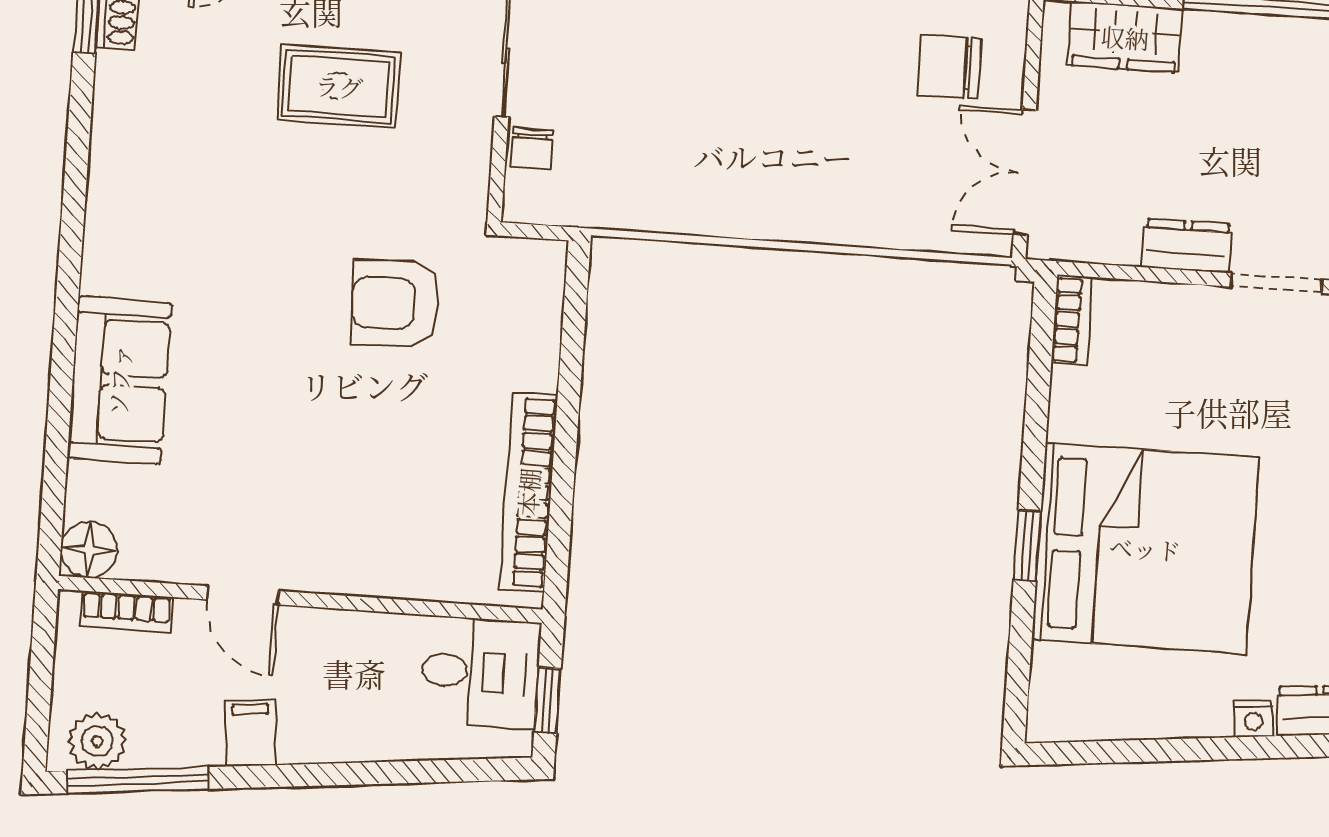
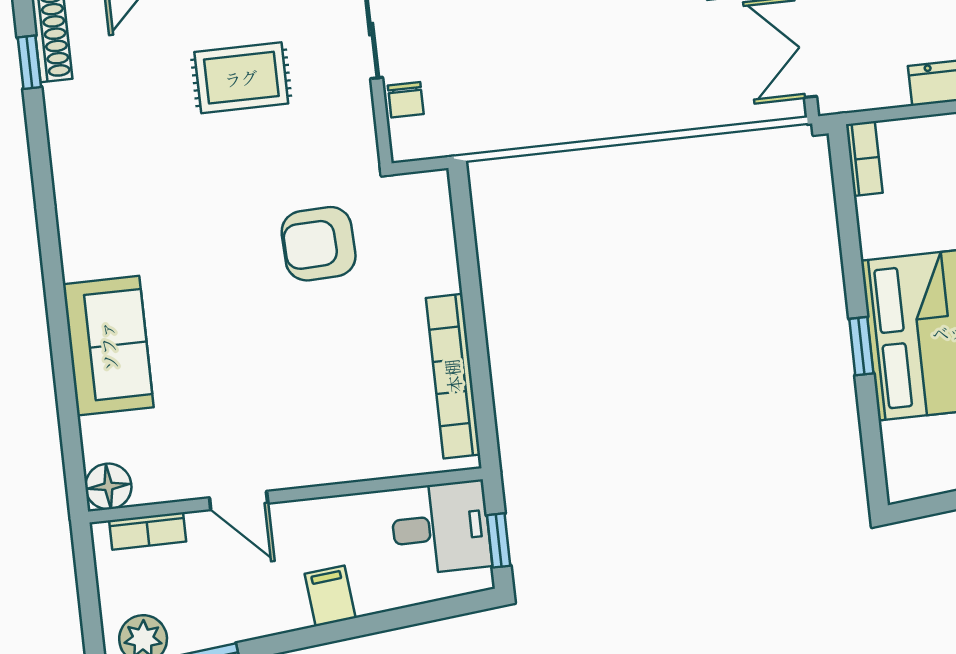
filing cabinet: (251, 733) -> (330, 596), moved

